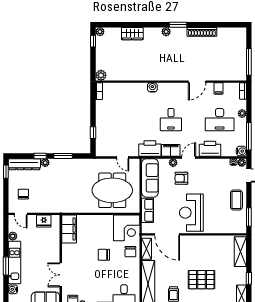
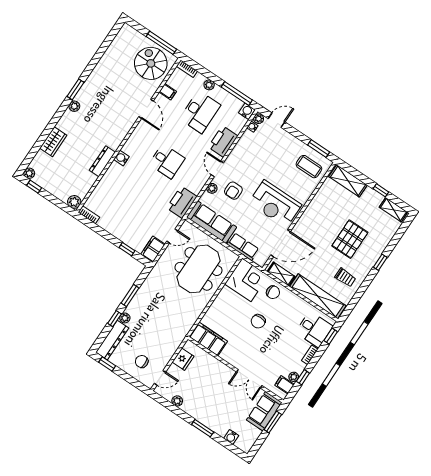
shoe rack: (202, 32) -> (99, 70), removed
spiral stairs: (230, 64) -> (151, 63), added
dresser: (141, 76) -> (102, 161), added
filing cabinet: (171, 150) -> (153, 249), moved
coffee table: (236, 200) -> (309, 167), moved
kitchen unit: (14, 263) -> (205, 417), removed

